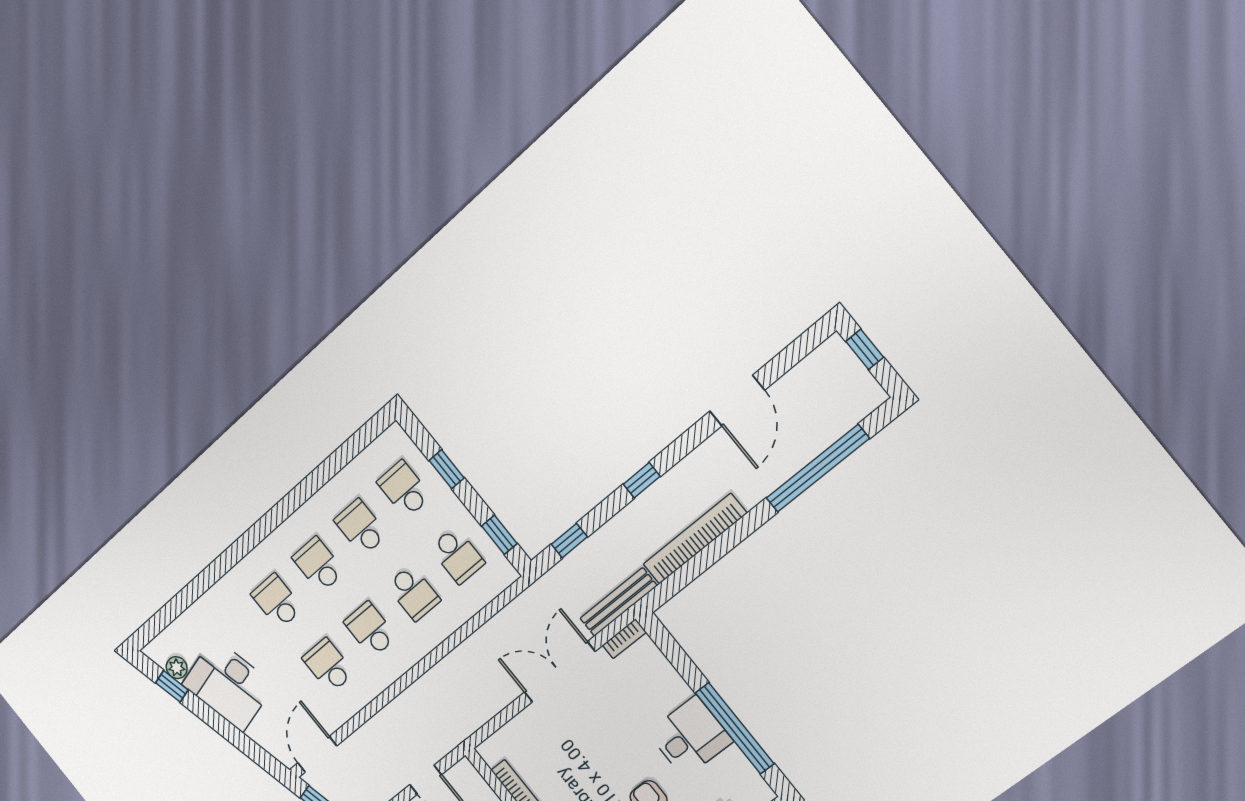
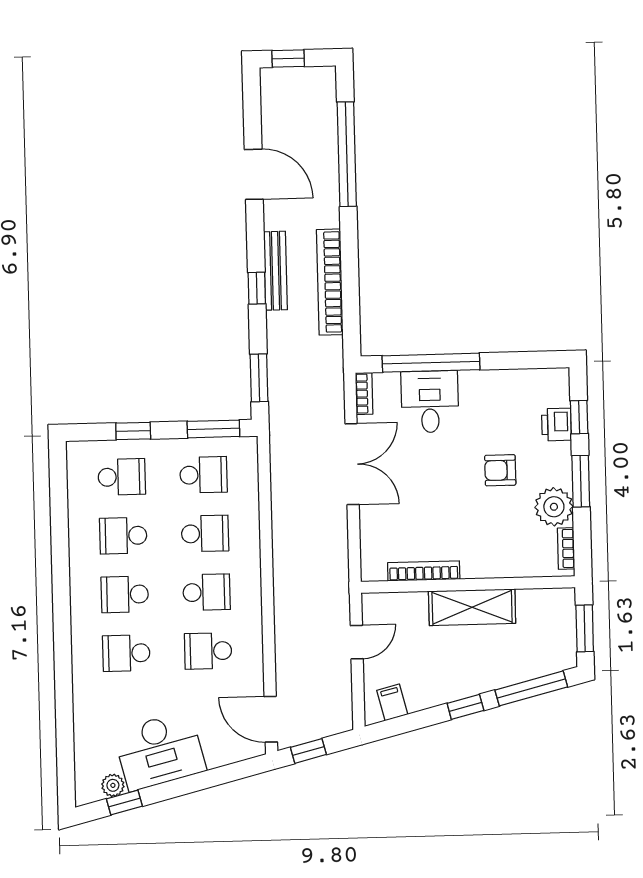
school desk: (404, 489) -> (122, 477), turned 180
window: (499, 535) -> (213, 429), width x1.50
window: (569, 541) -> (259, 378), width x1.50
bench: (618, 602) -> (275, 271), moved
school desk: (370, 630) -> (207, 592), turned 180
double door: (560, 672) -> (352, 464), swing flipped
window: (735, 728) -> (431, 363), moved
desk: (690, 737) -> (430, 402), moved

